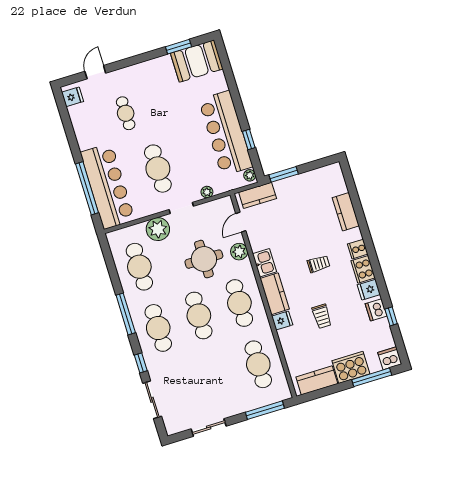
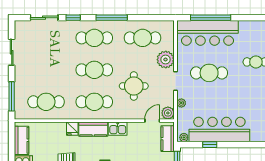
door: (241, 222) -> (152, 121), hinge flipped
plant: (239, 252) -> (168, 113), moved

